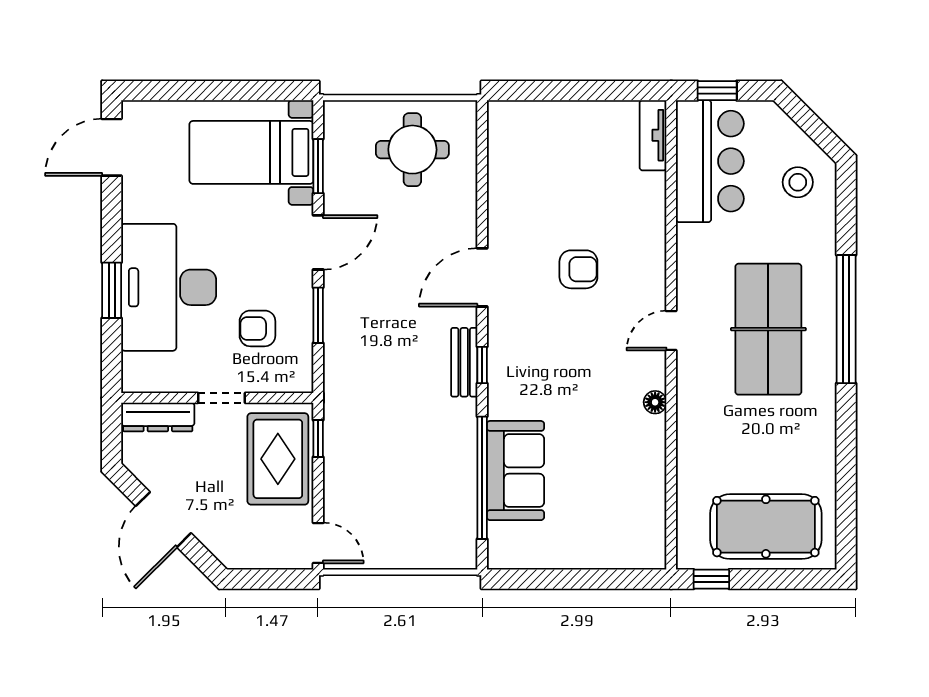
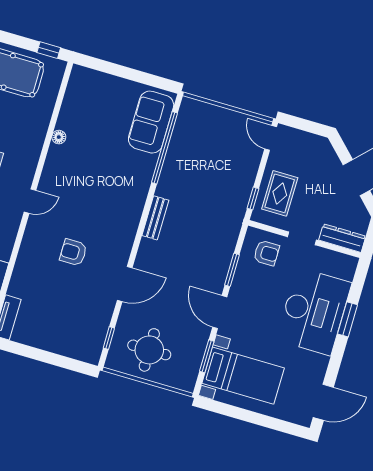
door: (318, 242) -> (220, 312), hinge flipped
door: (482, 277) -> (125, 284), moved
armchair: (257, 328) -> (266, 253), moved
window: (482, 365) -> (109, 338), moved
floor lamp: (655, 402) -> (59, 137), moved
rug: (278, 459) -> (280, 193), width x0.73, depth x0.70
sofa: (515, 471) -> (151, 122), moved

